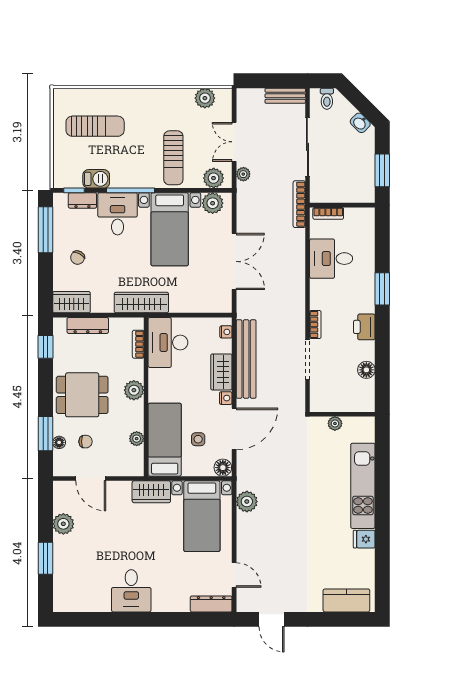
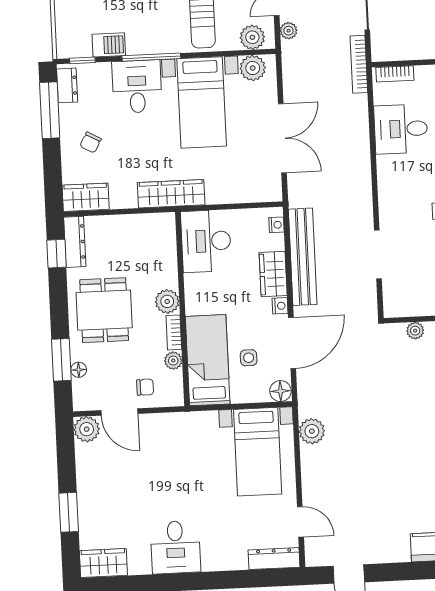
dresser: (82, 200) -> (67, 85), moved, turned -90
dresser: (88, 325) -> (75, 242), moved, turned -90
bookcase: (315, 325) -> (385, 211), removed
bookcase: (138, 344) -> (174, 332), moved
dining table: (82, 395) -> (104, 310), turned 90
chair: (86, 442) -> (145, 387), moved
wardrobe: (151, 492) -> (103, 563), moved, turned 180
plant: (63, 524) -> (87, 429), moved

